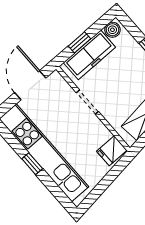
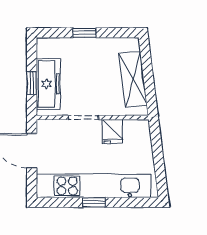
boiler: (112, 30) -> (44, 49), removed
fridge: (112, 151) -> (112, 132), moved

